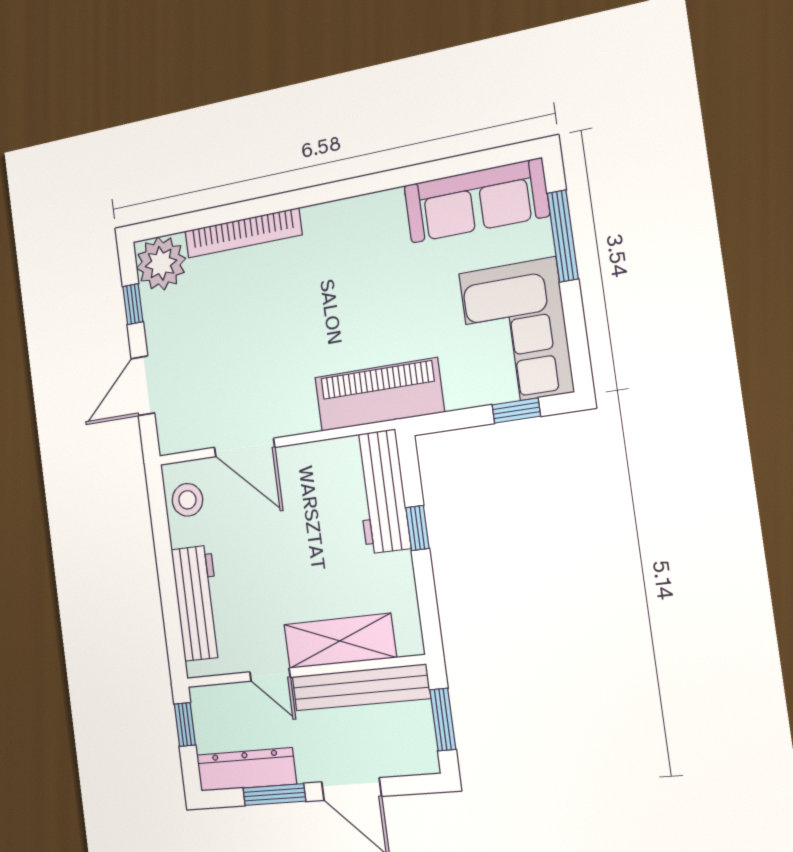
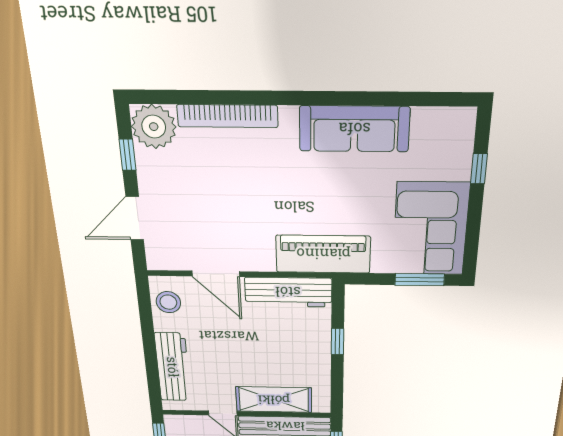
sofa: (476, 201) -> (354, 129), moved
window: (563, 236) -> (479, 169), width x0.46
window: (516, 411) -> (420, 280), width x1.50
workbench: (381, 491) -> (288, 292), moved, turned -90

